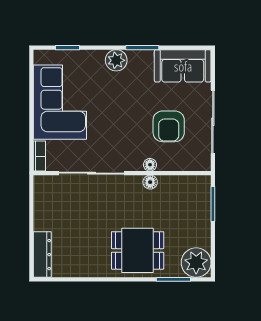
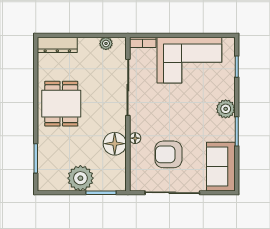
floor lamp: (150, 182) -> (115, 144), width x1.89, depth x1.89
plant: (41, 198) -> (106, 43), added
dining table: (138, 250) -> (61, 104), moved
plant: (196, 263) -> (80, 178), moved

